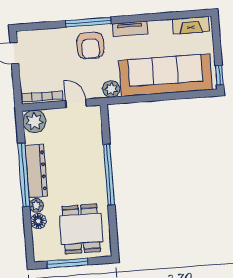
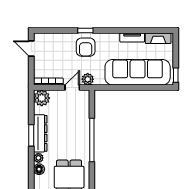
window: (88, 22) -> (85, 30), width x0.46
tv unit: (130, 29) -> (132, 37), moved
plant: (111, 89) -> (88, 79), moved
door: (76, 103) -> (72, 88), hinge flipped
window: (24, 175) -> (31, 135), width x0.47

